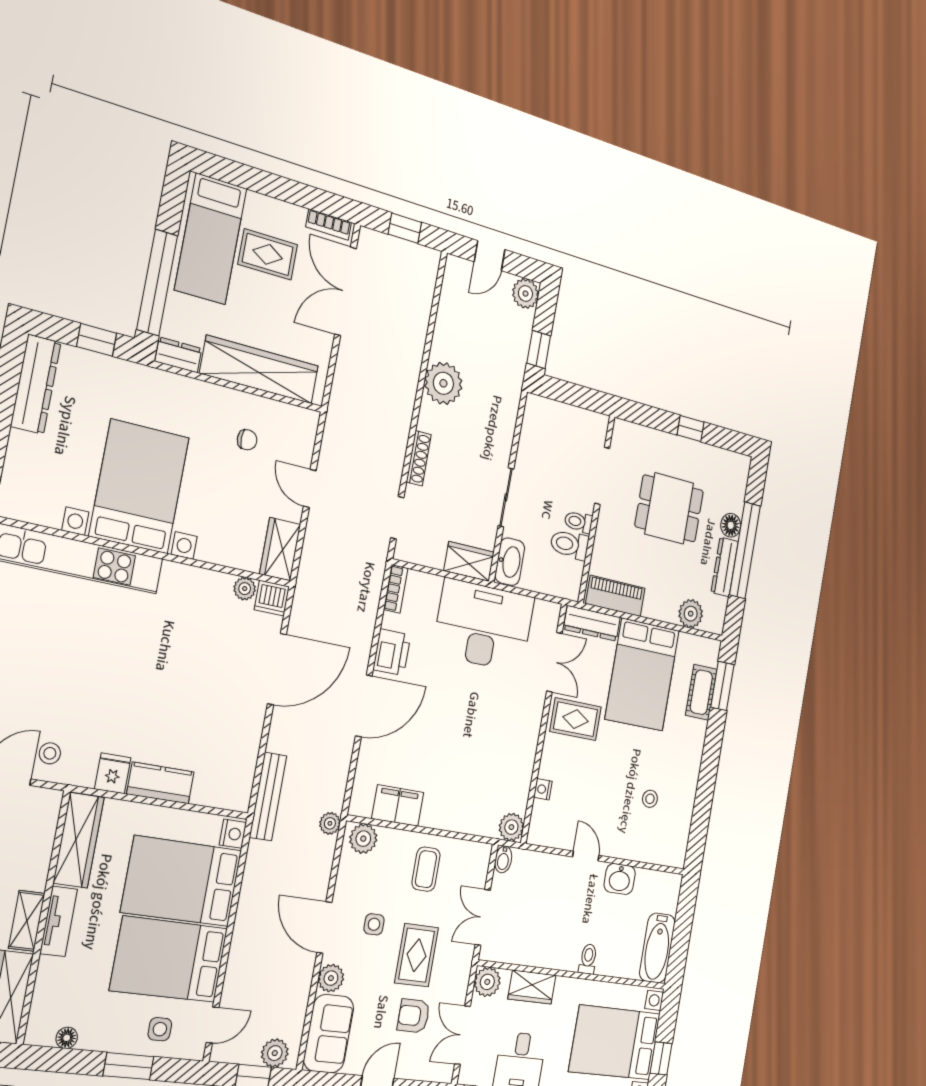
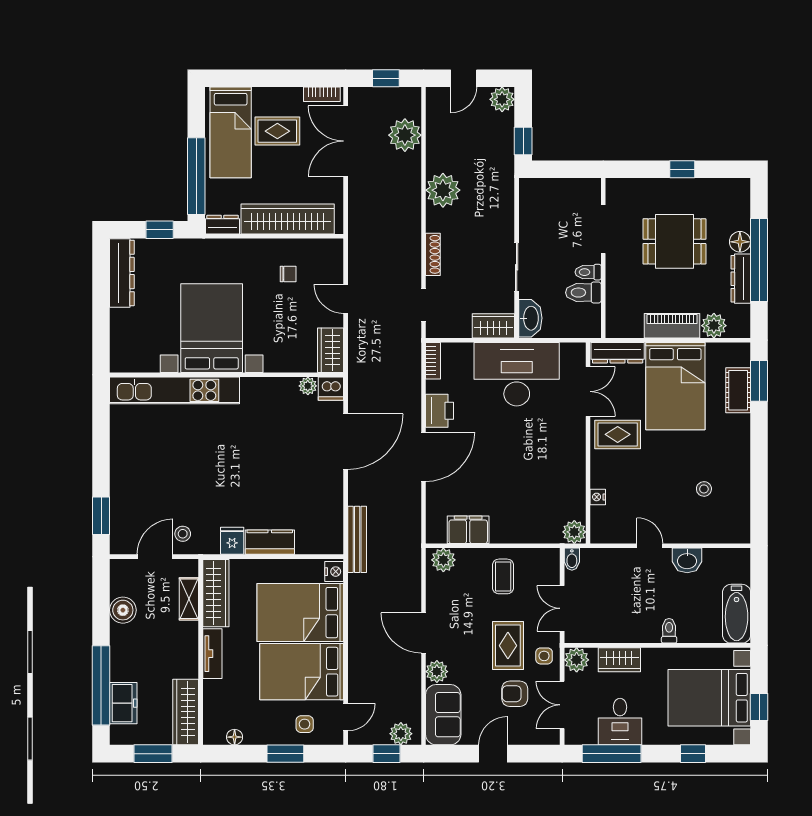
piano: (615, 596) -> (672, 326), moved
plant: (330, 823) -> (405, 135), moved, width x1.88, depth x1.88
shelving: (27, 921) -> (189, 599), moved
side table: (374, 924) -> (544, 656), moved

